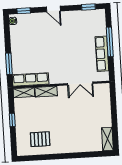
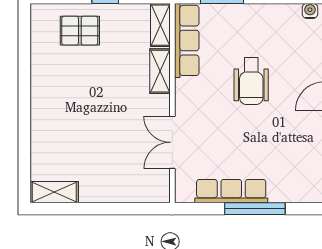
wheelchair: (48, 47) -> (251, 81), added
pallet: (40, 139) -> (80, 31), moved, turned 90

